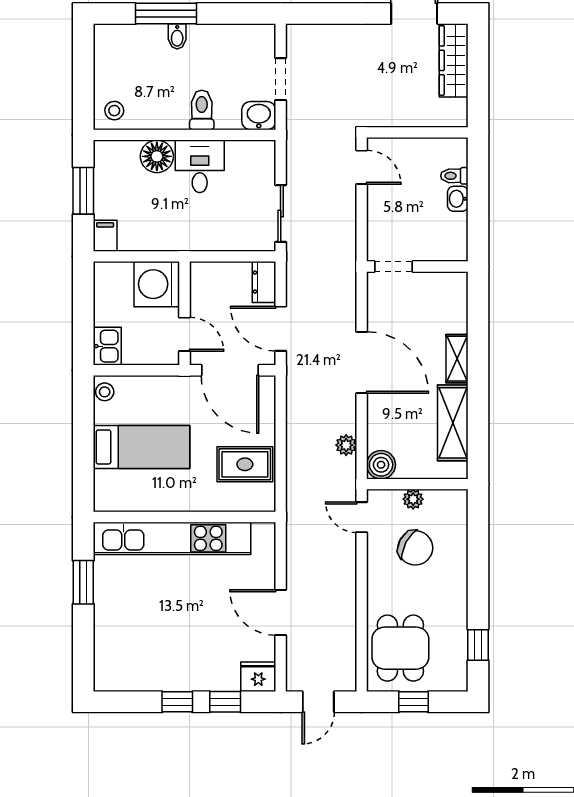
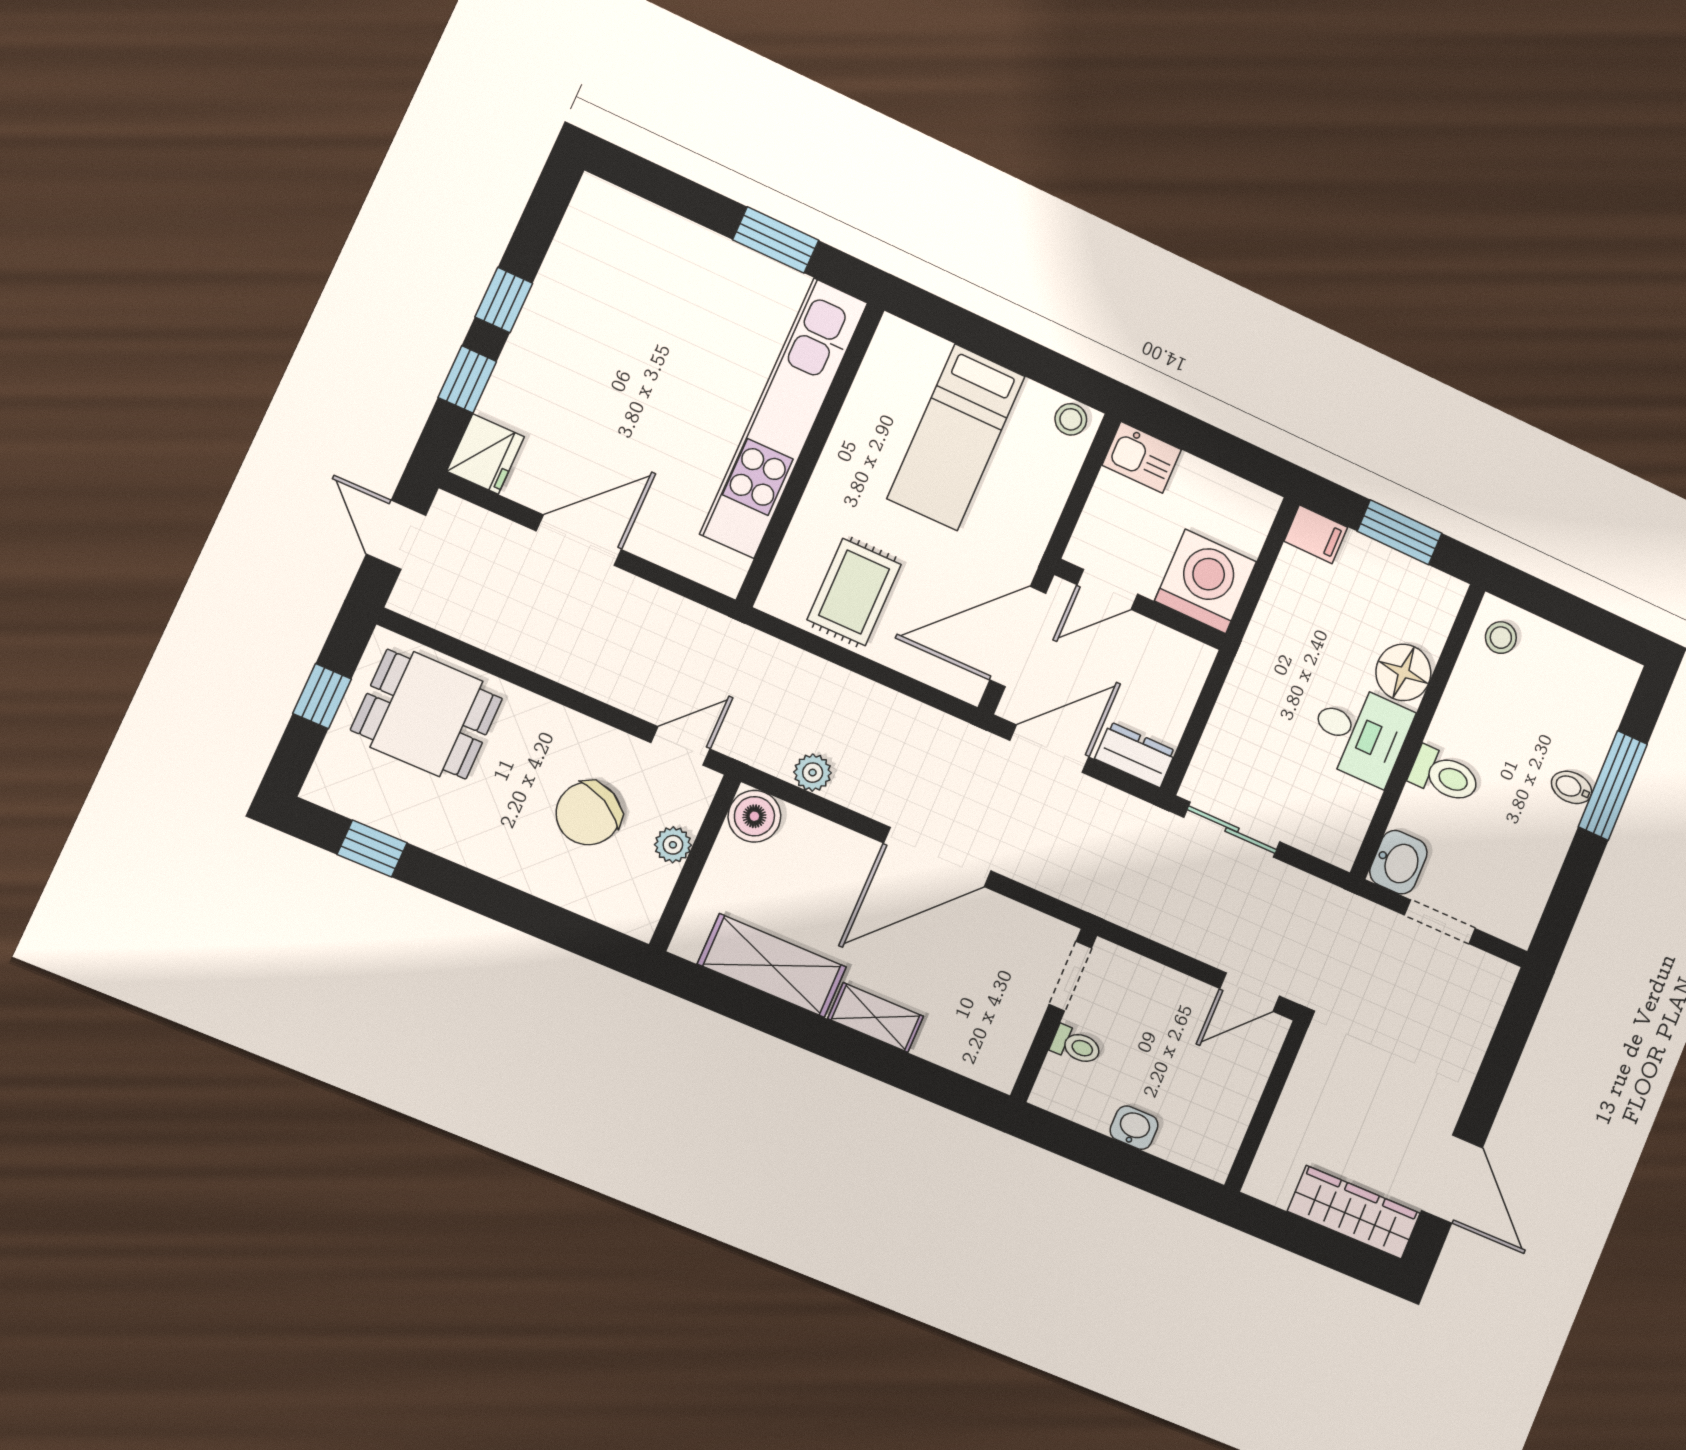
toilet: (454, 176) -> (1076, 1046), moved, turned 90

